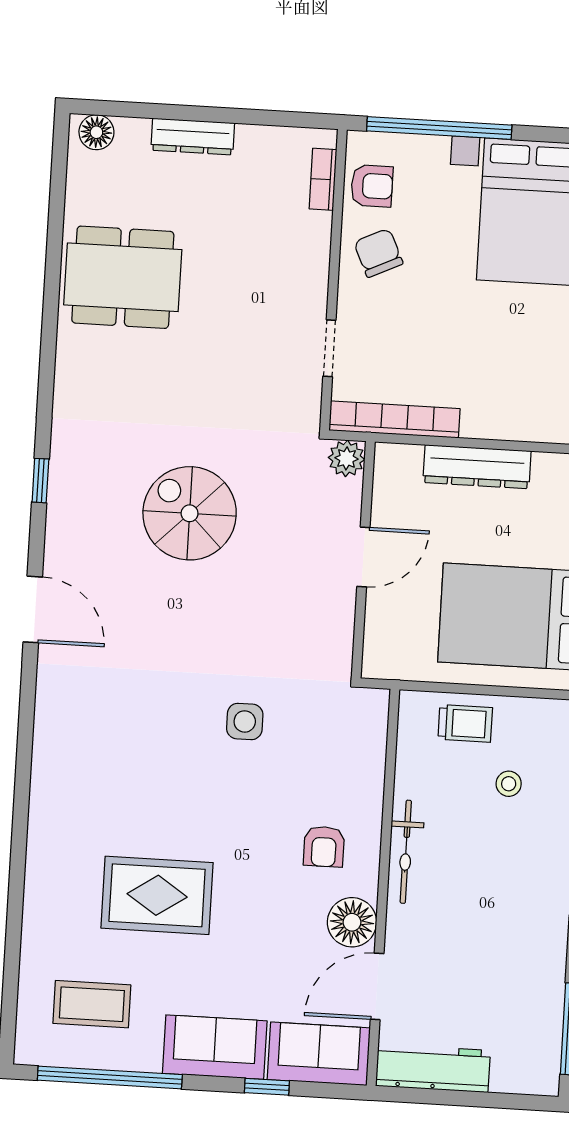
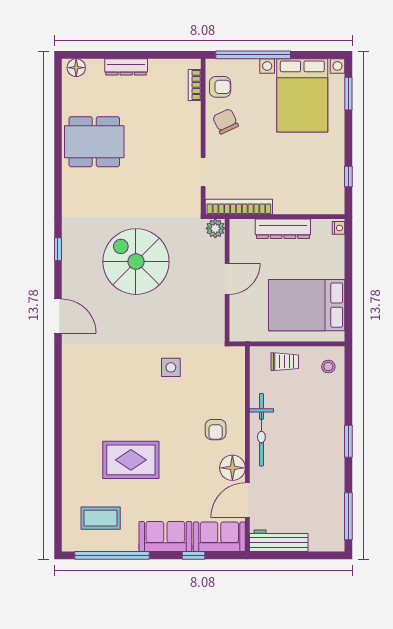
spiral stairs: (190, 513) -> (136, 262), width x1.37, depth x1.37
stool: (509, 784) -> (328, 367), moved
bicycle: (406, 852) -> (261, 430), width x1.37, depth x1.40

